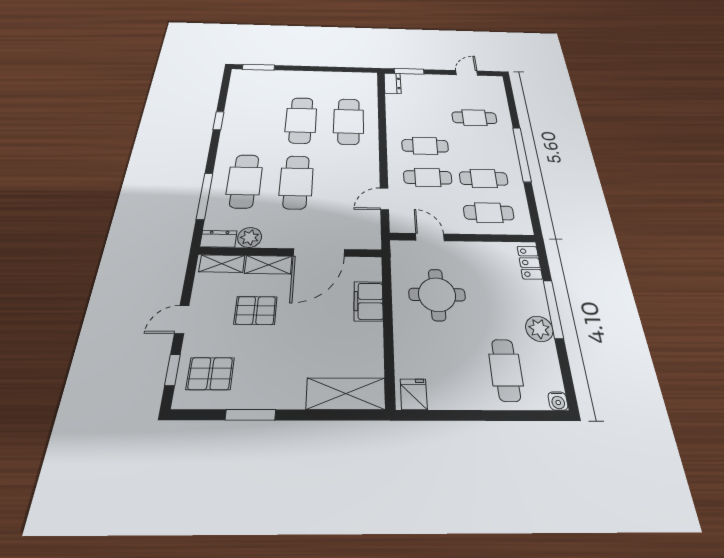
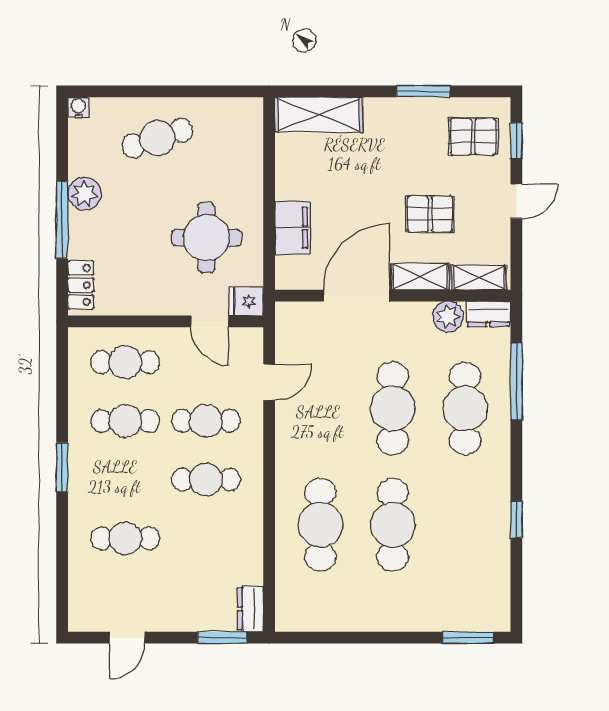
window: (522, 154) -> (62, 467), width x0.47
cafe table: (506, 370) -> (157, 138), moved, turned 72
fridge: (414, 394) -> (246, 301), moved, turned 90

